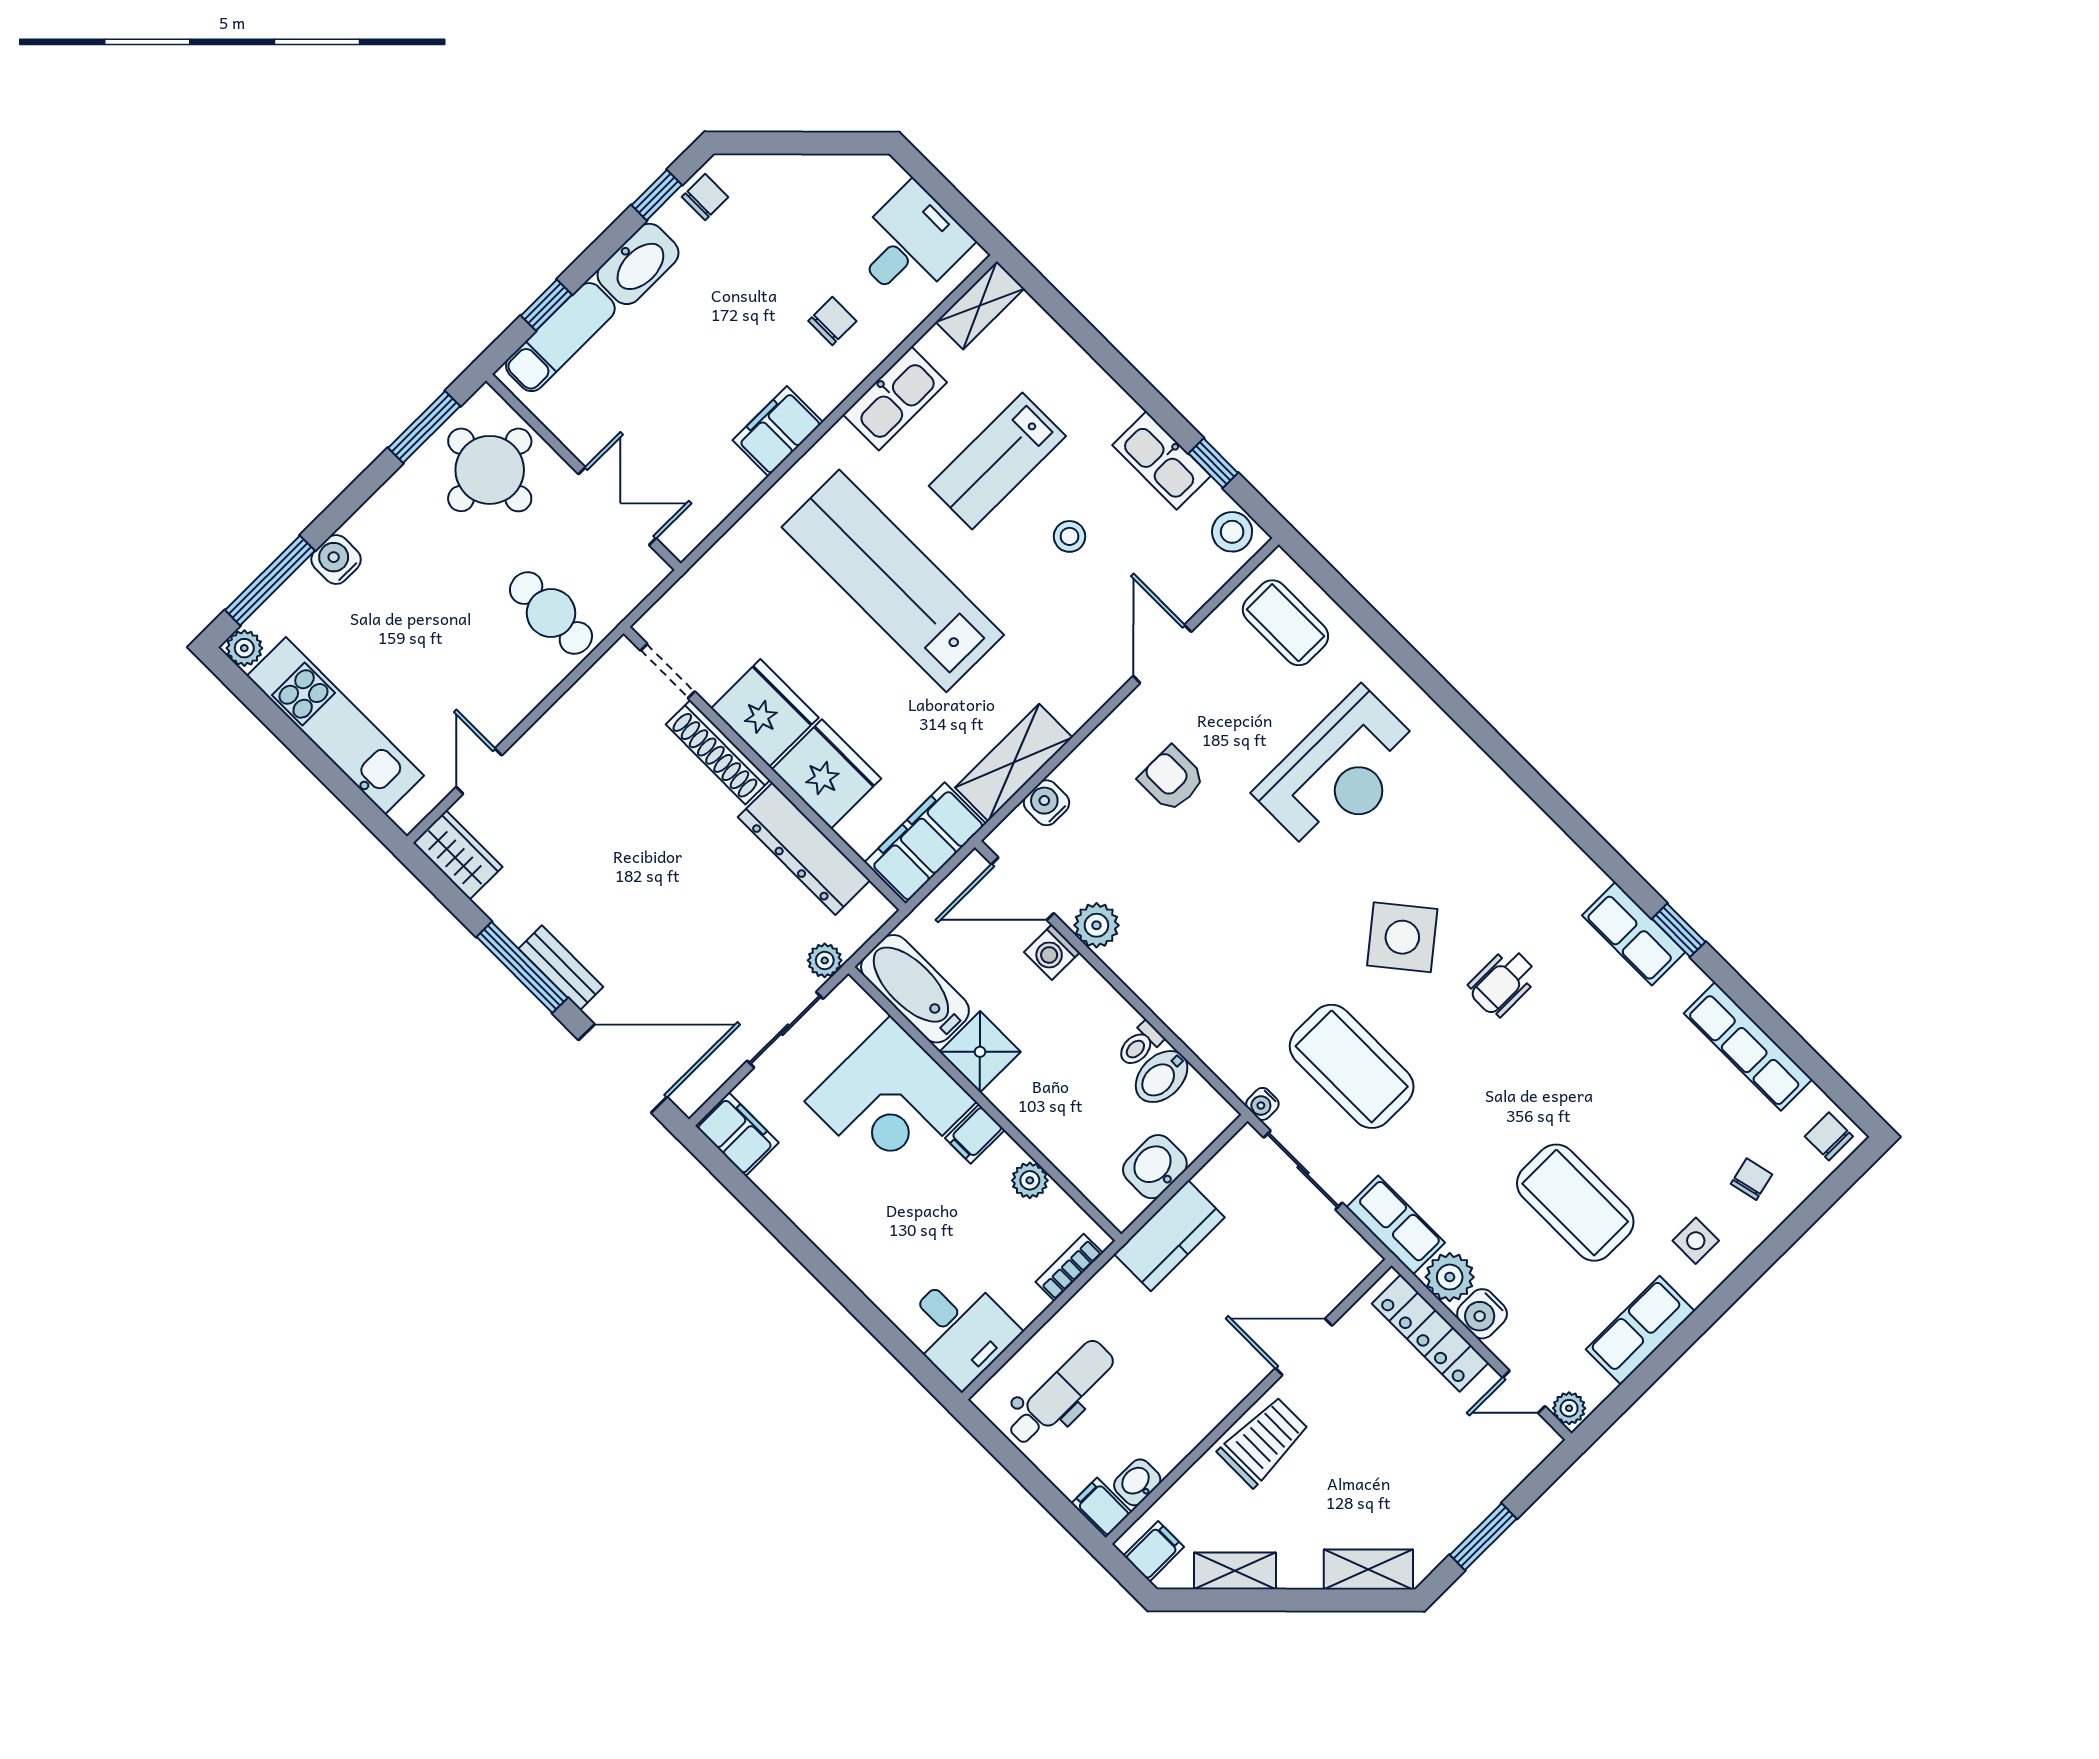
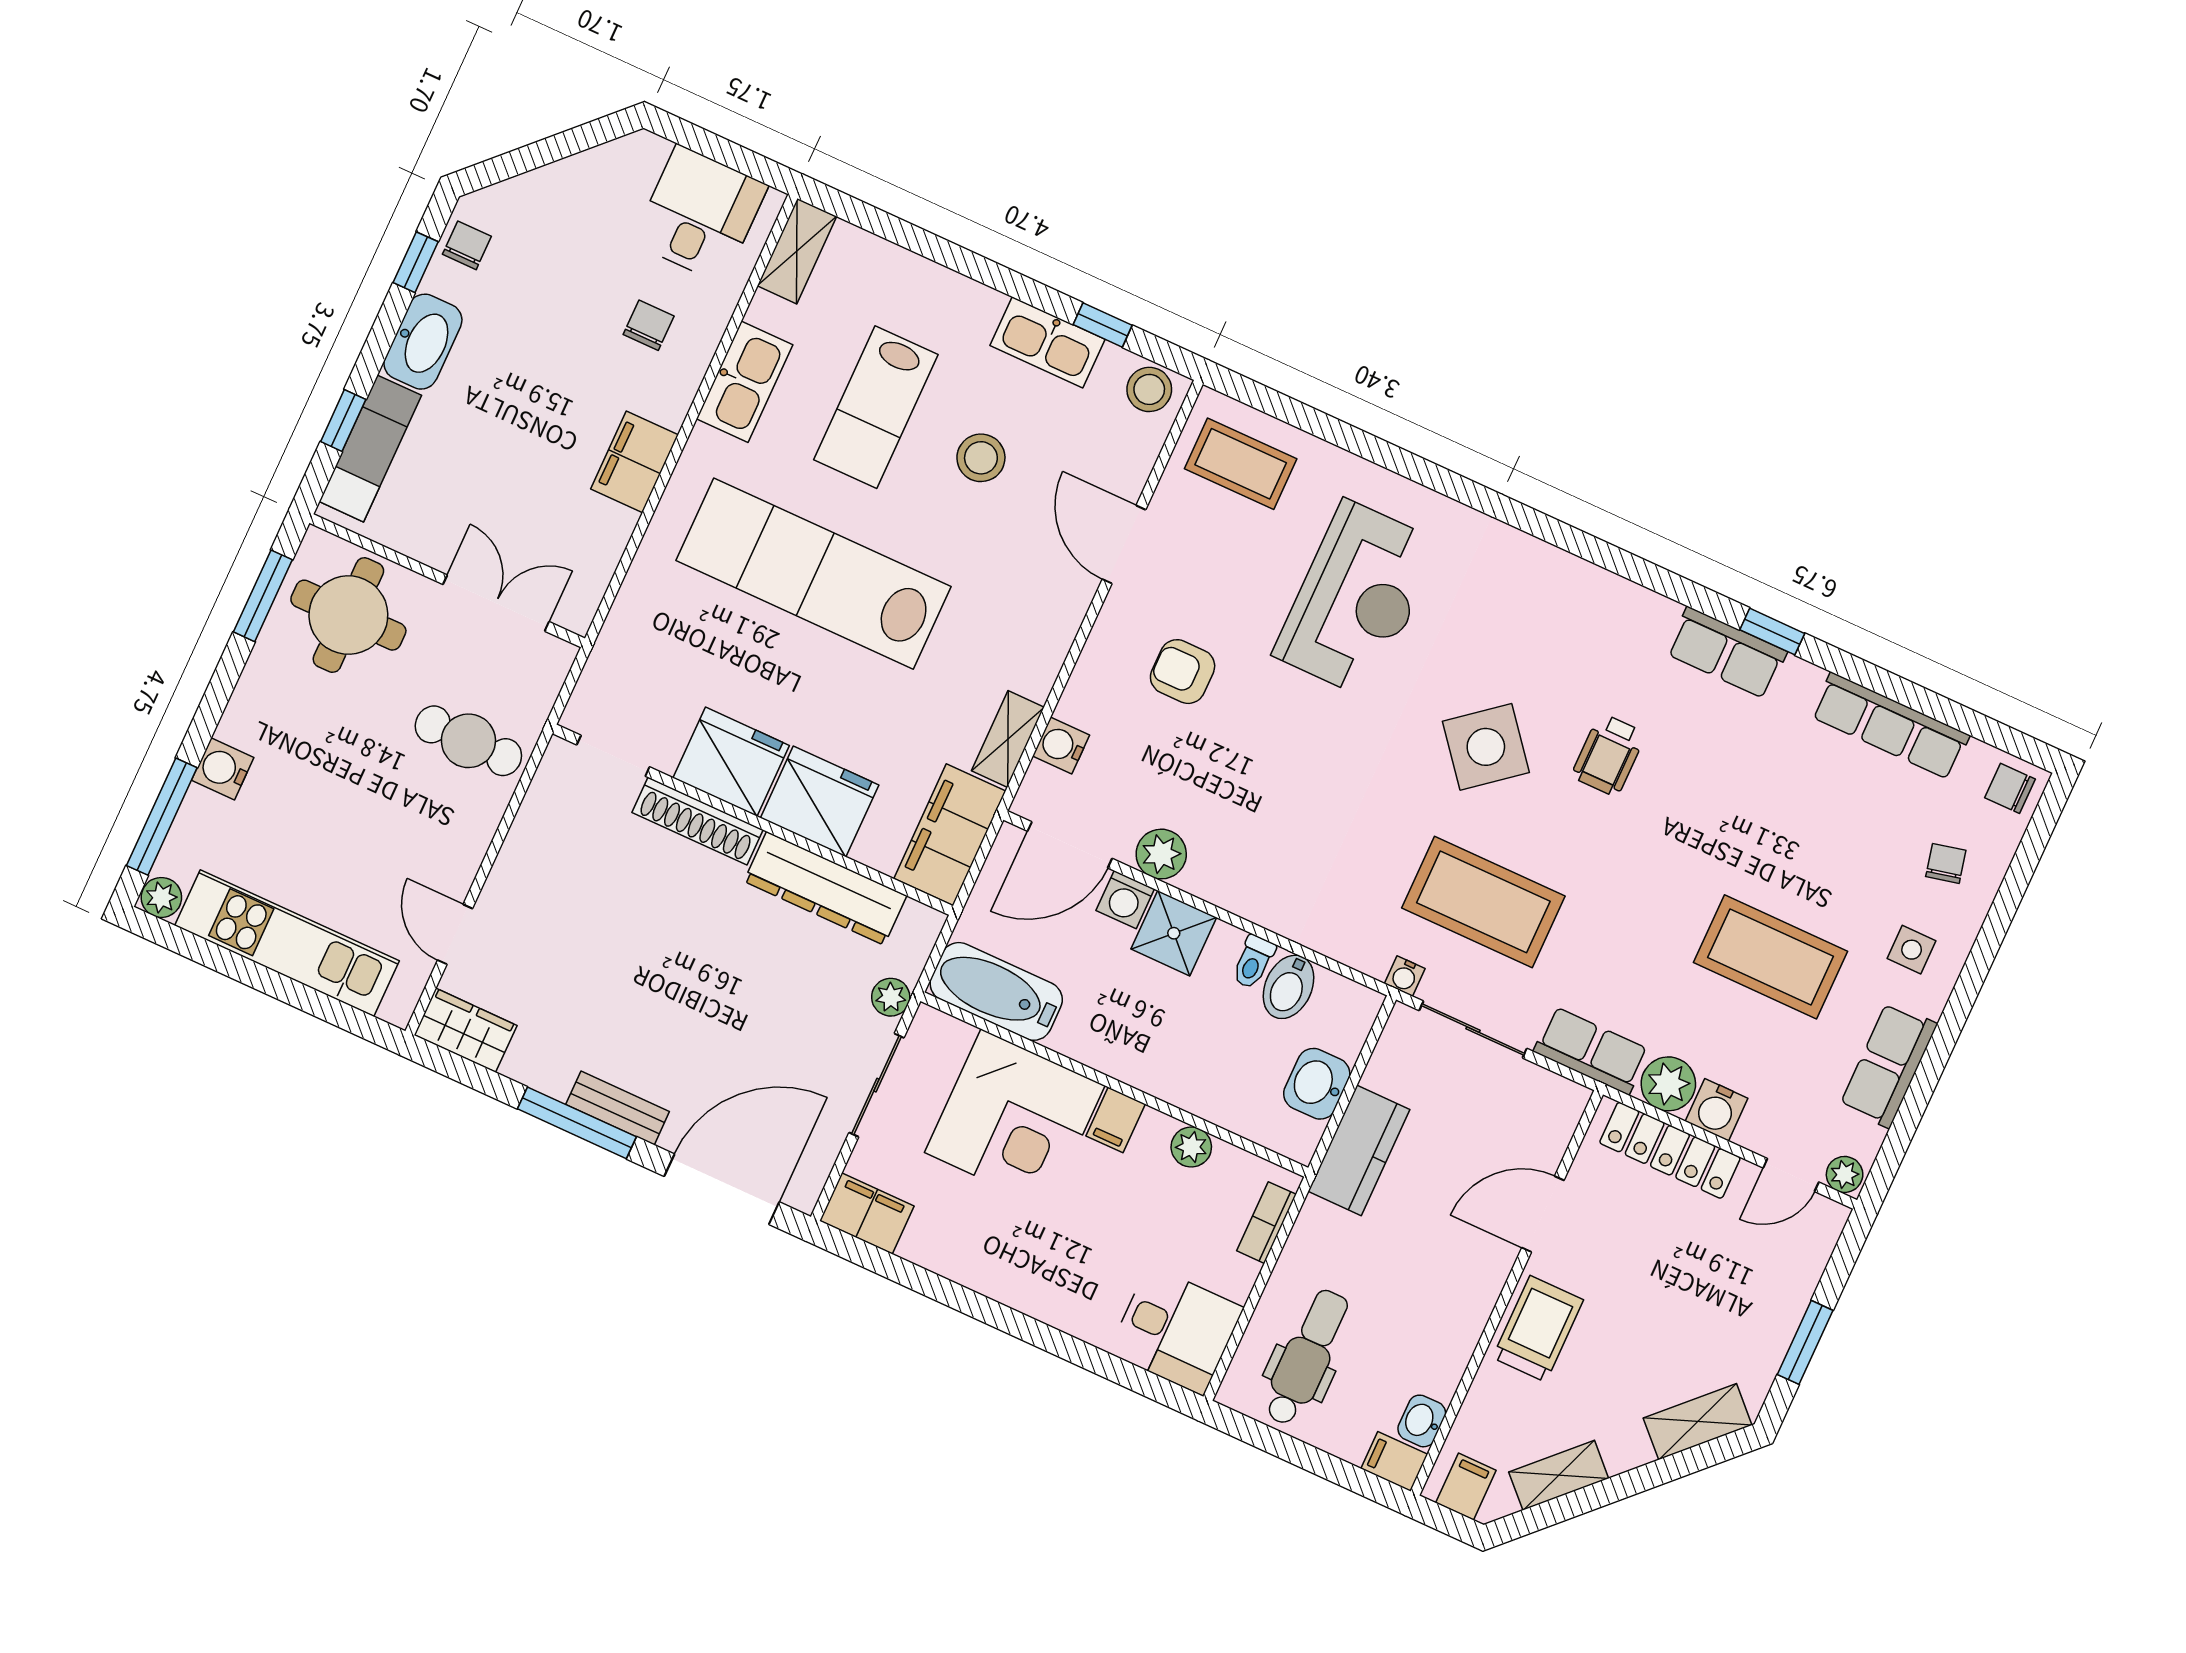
stool: (1070, 536) -> (981, 458), width x1.37, depth x1.37
shelving: (1014, 762) -> (1008, 739), width x0.67, depth x0.75
shower: (980, 1052) -> (1174, 933), moved

